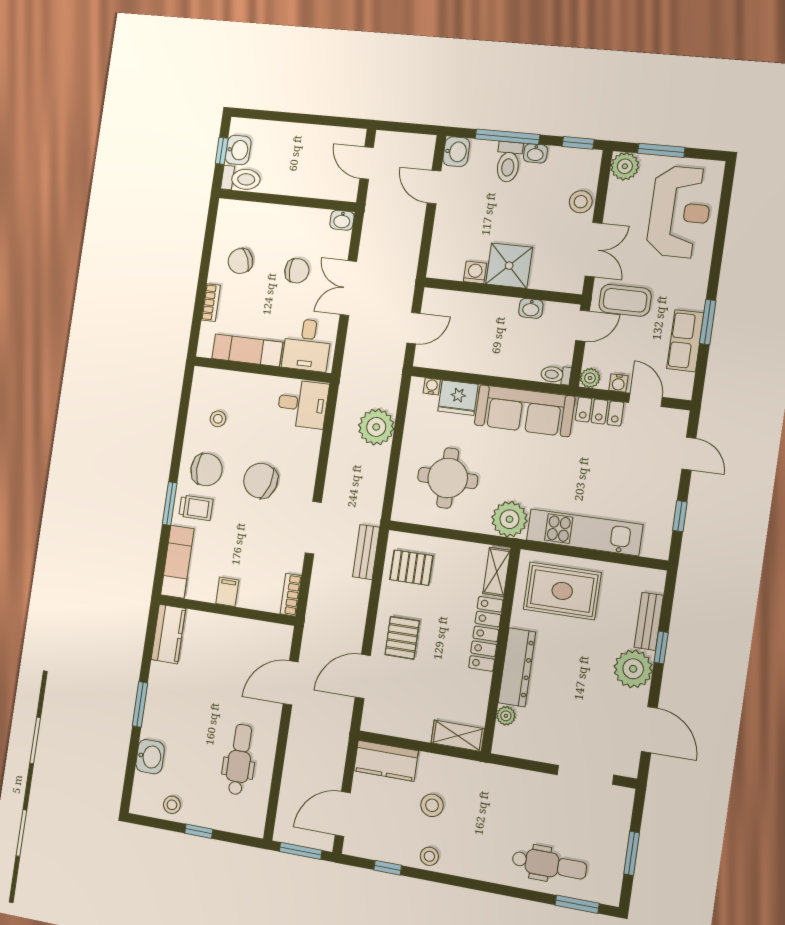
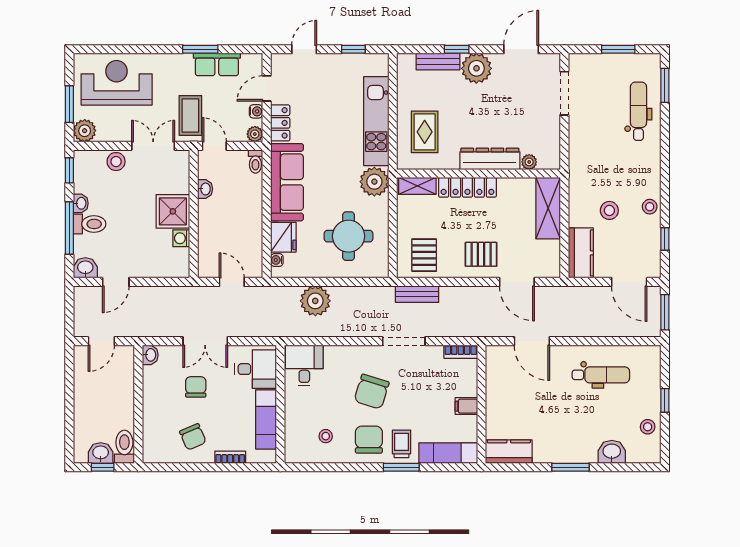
rug: (562, 591) -> (425, 132), width x0.73, depth x0.70
shelving: (458, 736) -> (548, 208), width x1.50, depth x1.33
dental chair: (239, 760) -> (601, 375), turned 180

